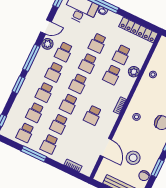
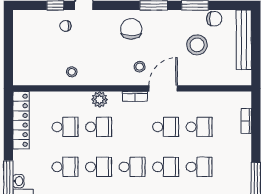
plant: (134, 72) -> (99, 99), moved
school desk: (49, 144) -> (199, 127), moved
door: (106, 148) -> (163, 88), moved

